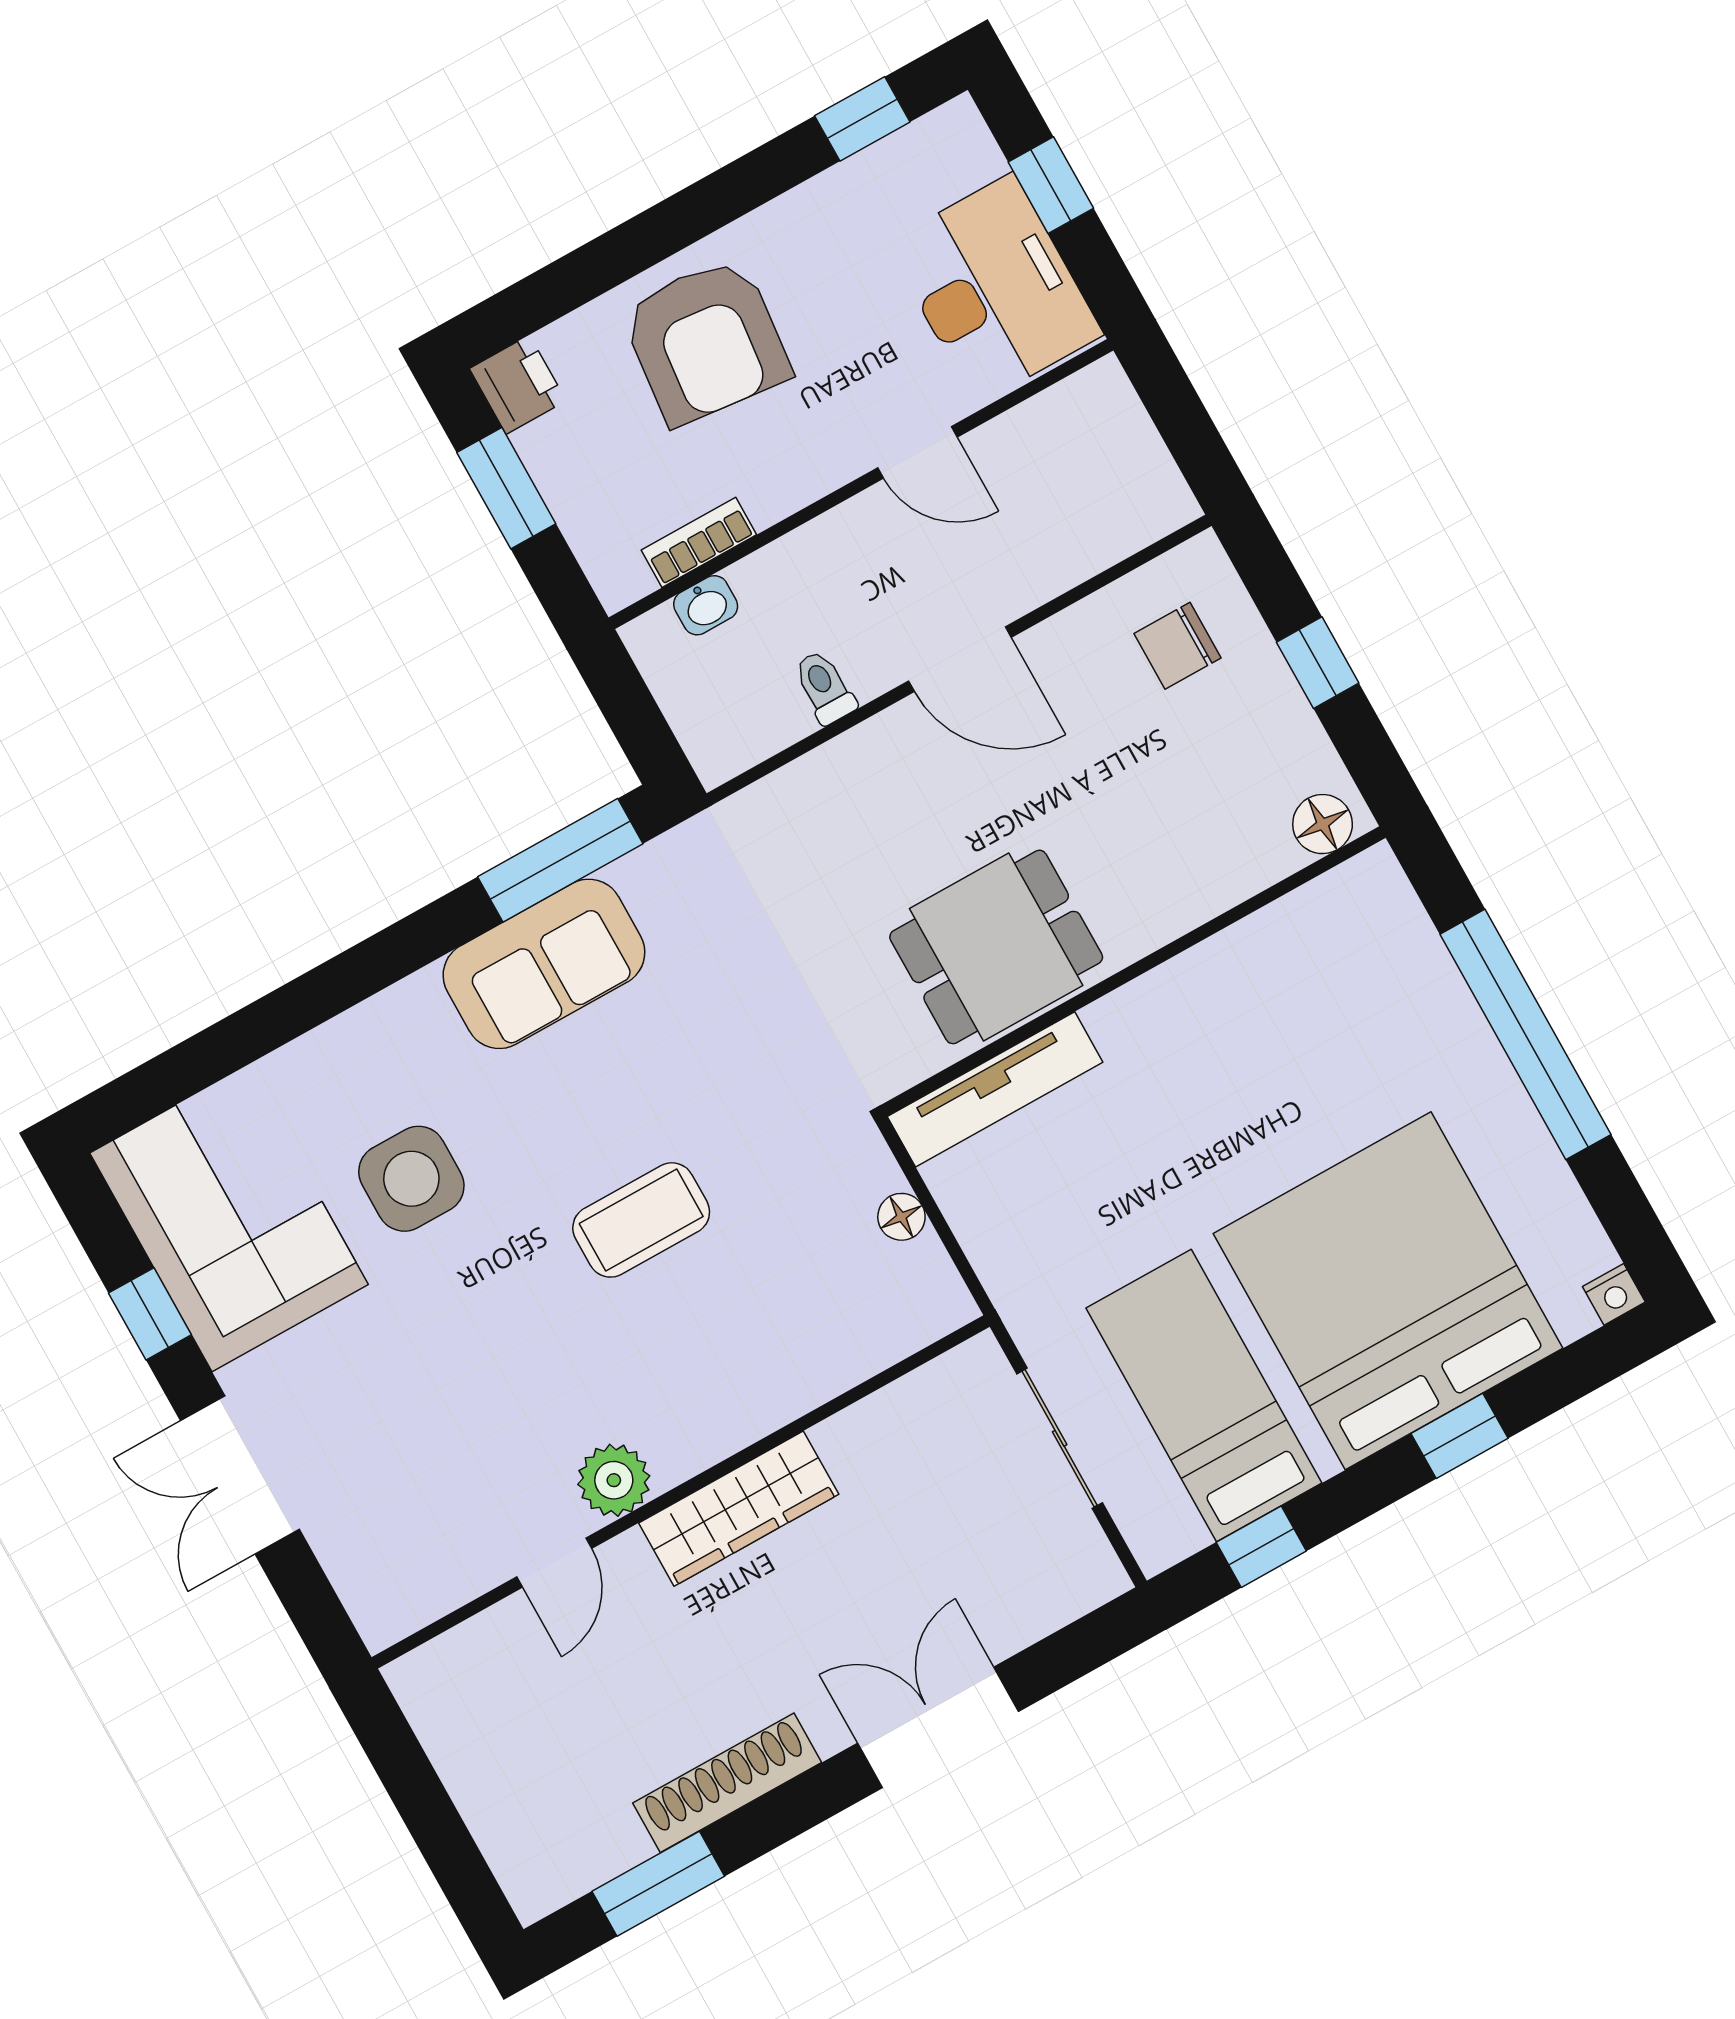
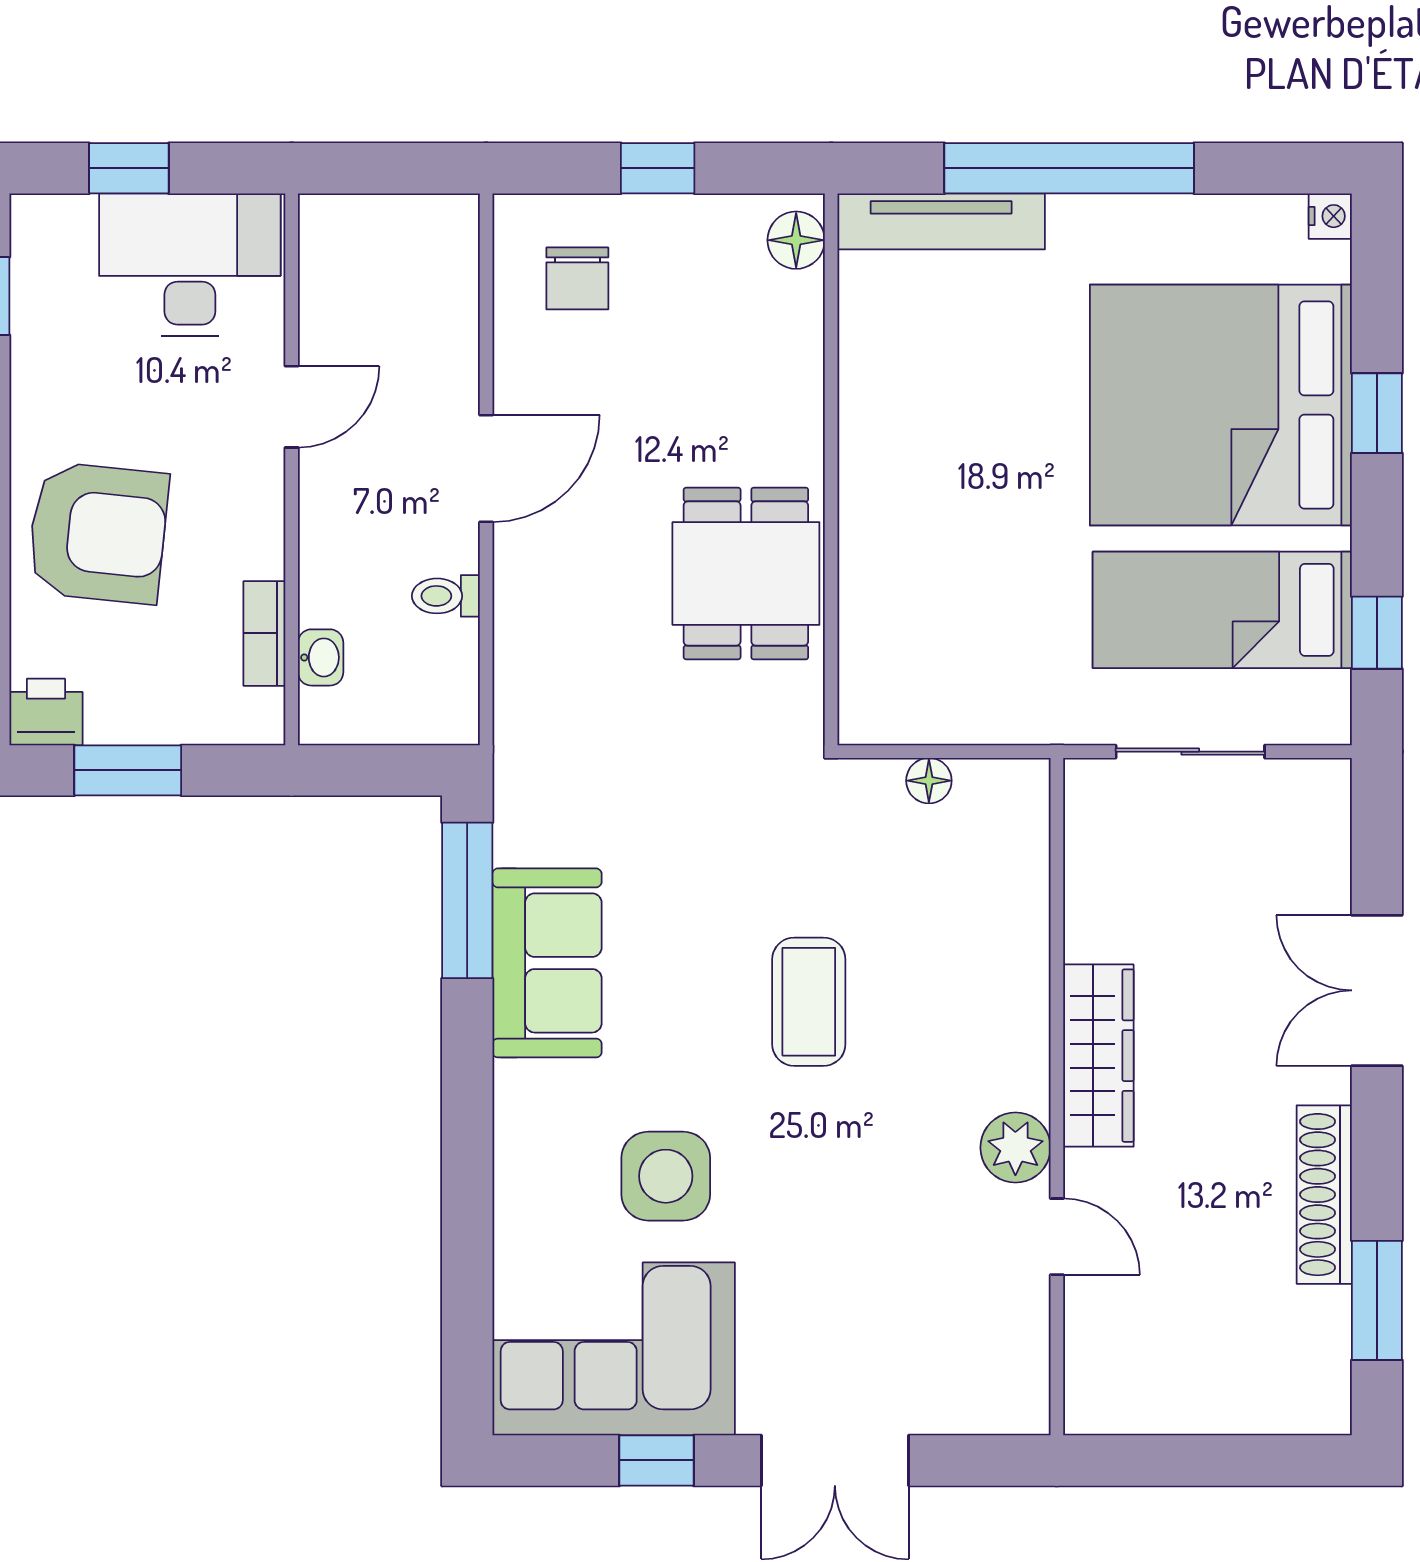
tv unit: (995, 1089) -> (941, 221), moved, turned 90

